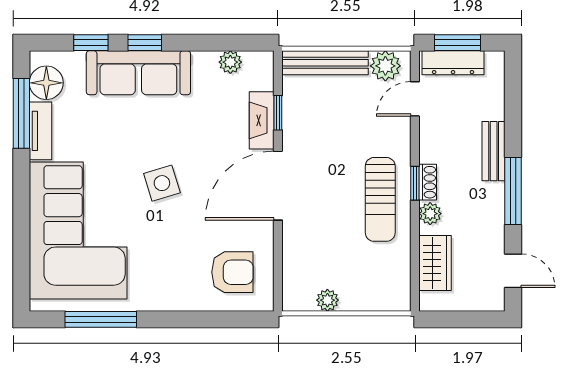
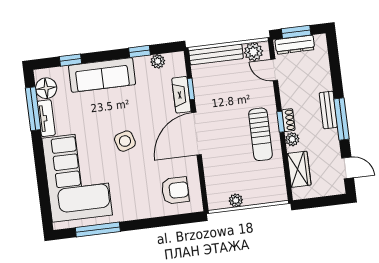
window: (145, 43) -> (140, 51), moved
door: (415, 99) -> (274, 70), hinge flipped
bench: (494, 151) -> (328, 110), moved

